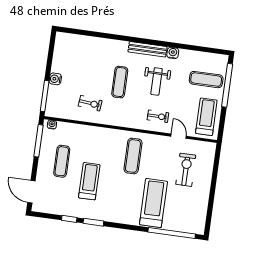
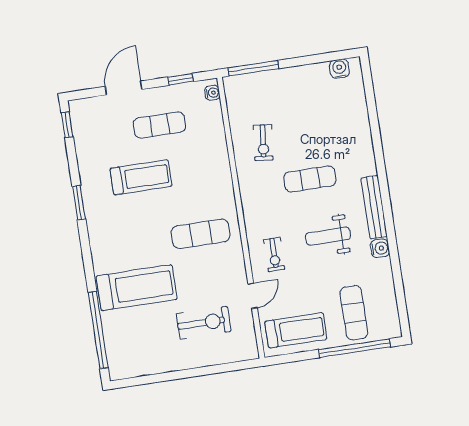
water cooler: (55, 79) -> (339, 69), moved
window: (38, 141) -> (181, 79), width x0.46
door: (31, 192) -> (124, 88), moved
window: (69, 219) -> (67, 125), moved

